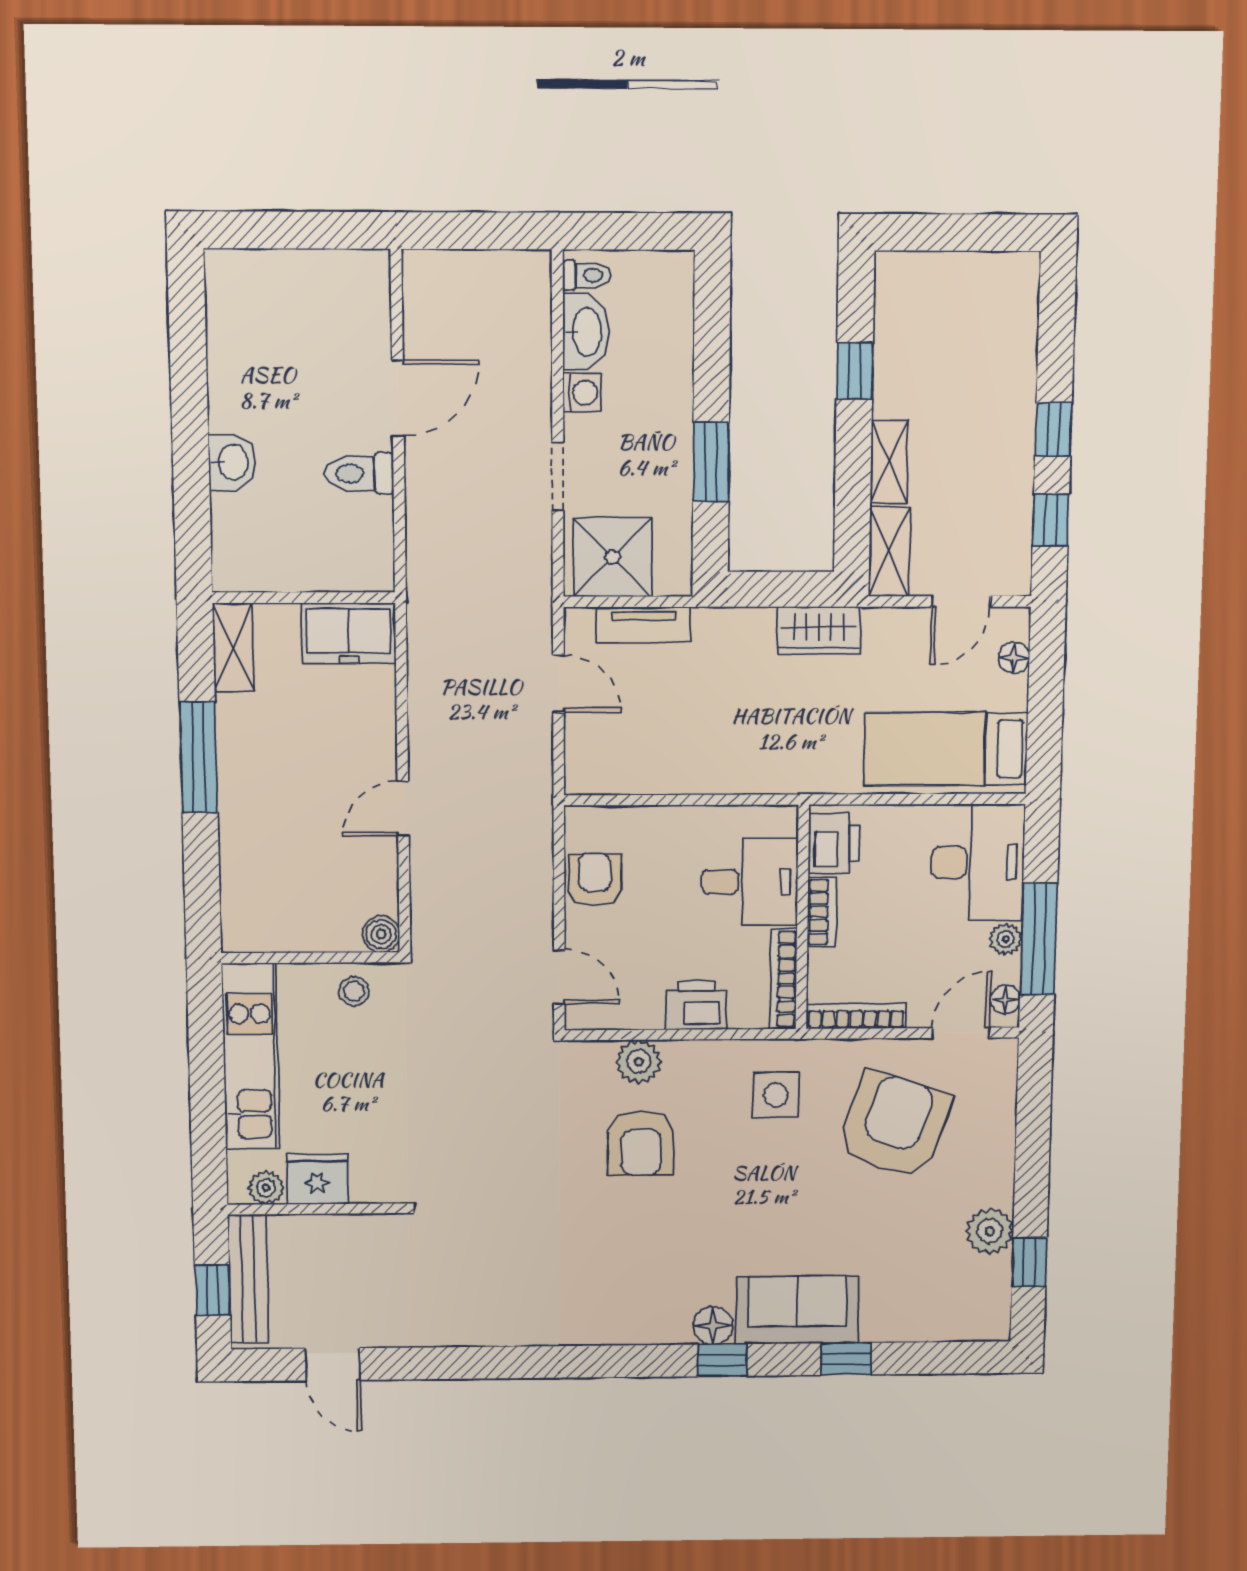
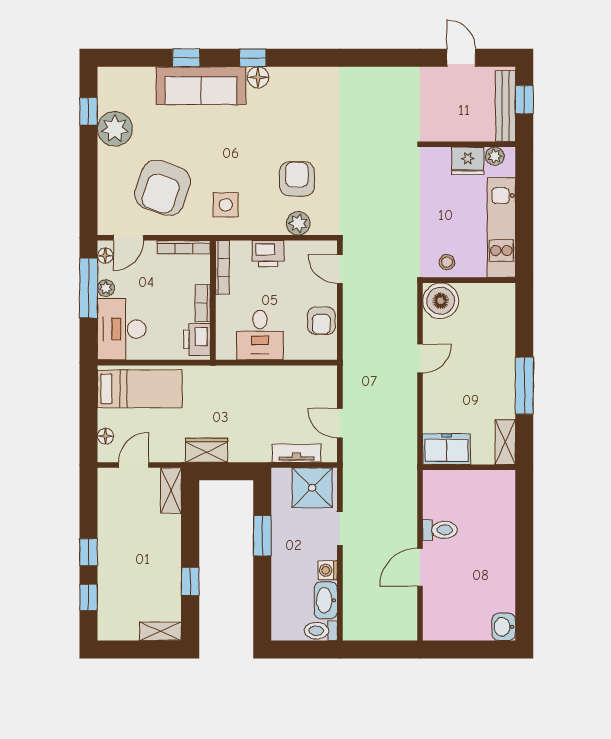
toilet: (586, 275) -> (321, 631), width x1.37, depth x1.39
shelving: (889, 461) -> (160, 631), moved, turned 90
washbasin: (232, 462) -> (504, 627), moved
window: (1051, 520) -> (89, 597), moved
desk: (750, 882) -> (260, 335), moved, turned -90
boiler: (381, 934) -> (441, 301), width x1.86, depth x1.86
plant: (990, 1231) -> (115, 129), width x1.36, depth x1.36
sofa: (797, 1310) -> (201, 86), width x1.36

